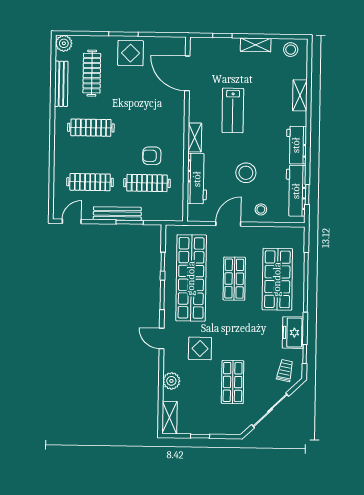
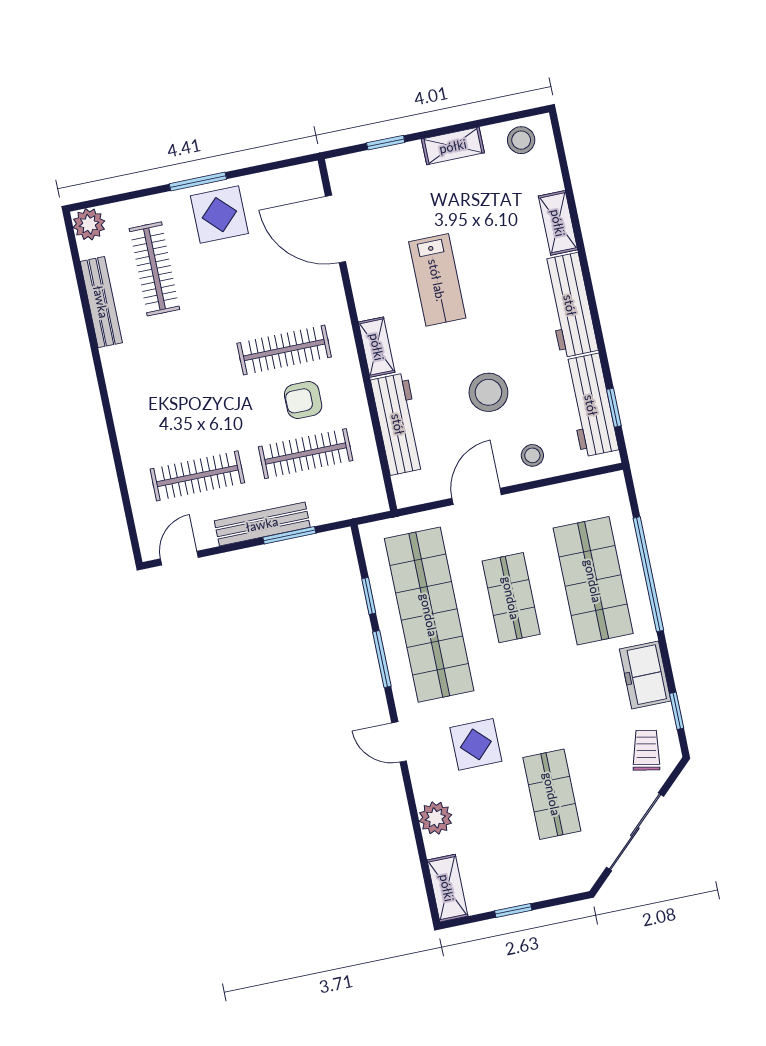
clothes rail: (91, 128) -> (284, 350), moved
workbench: (296, 145) -> (570, 305), width x1.37

